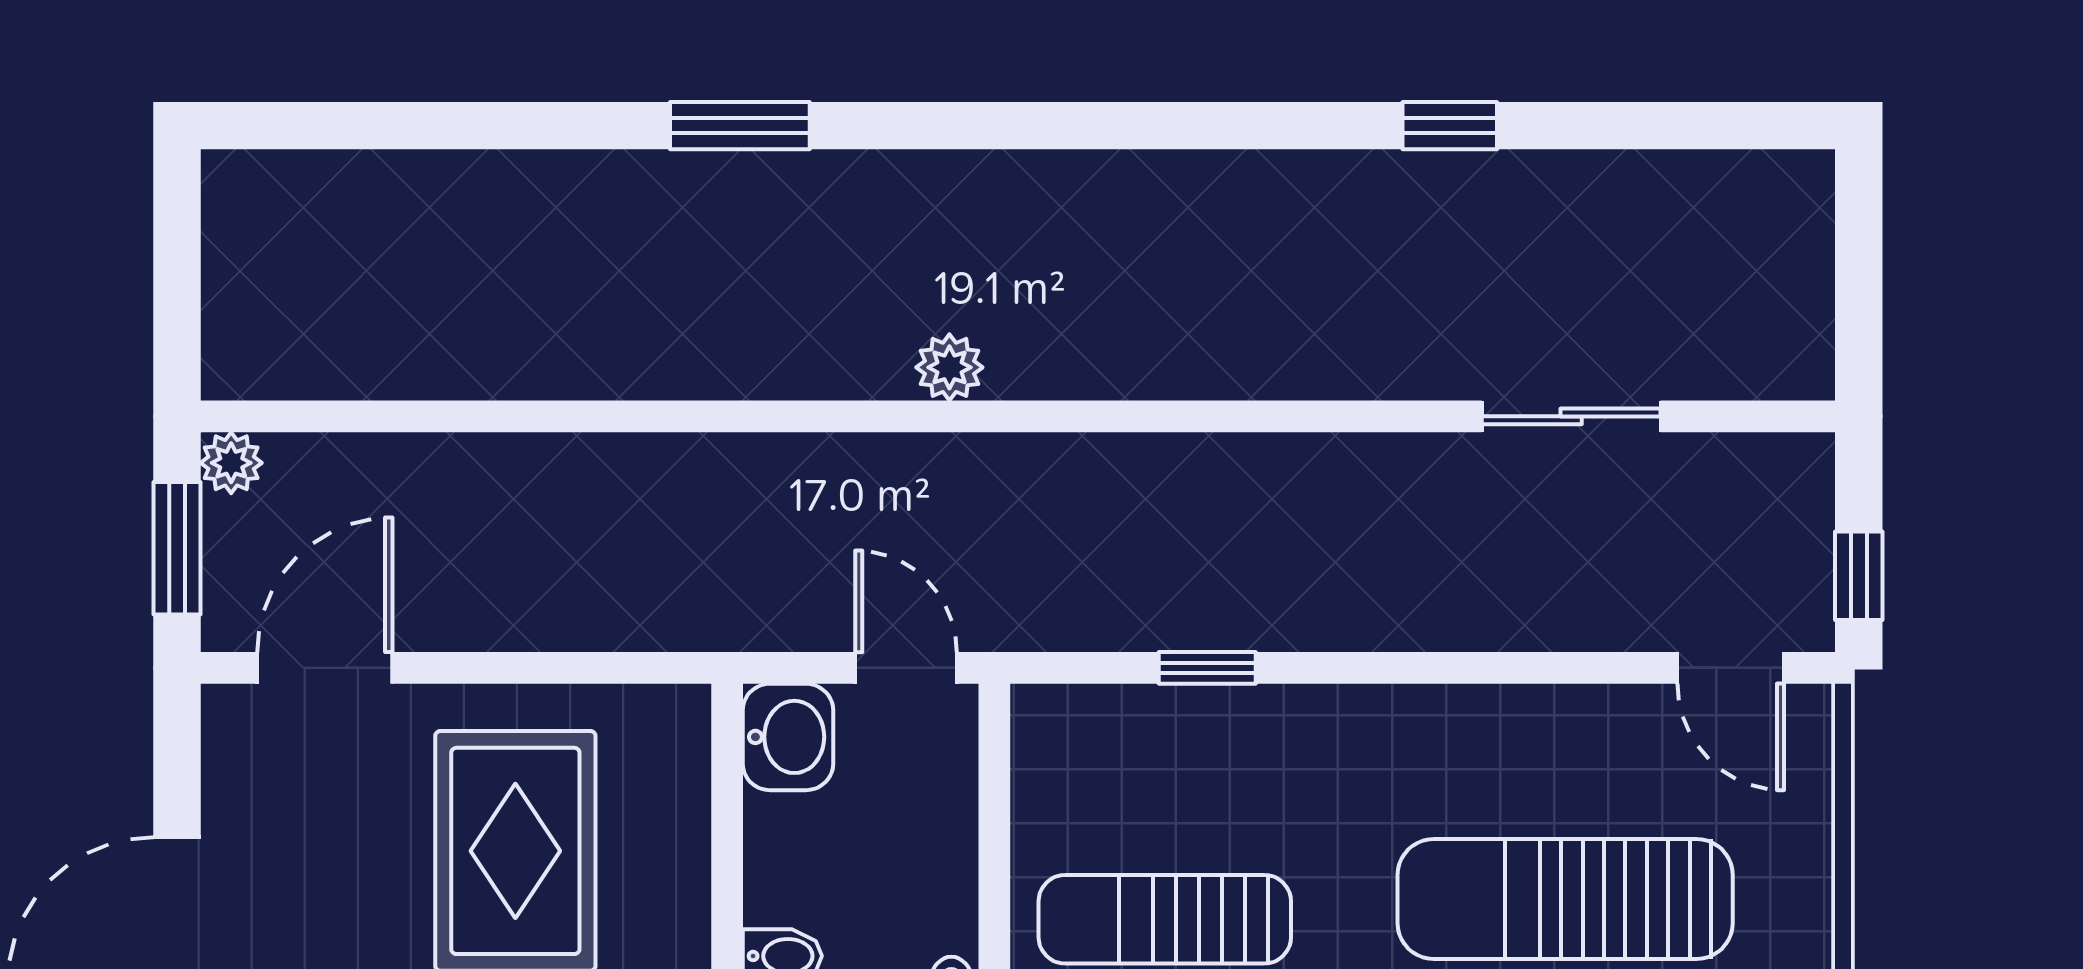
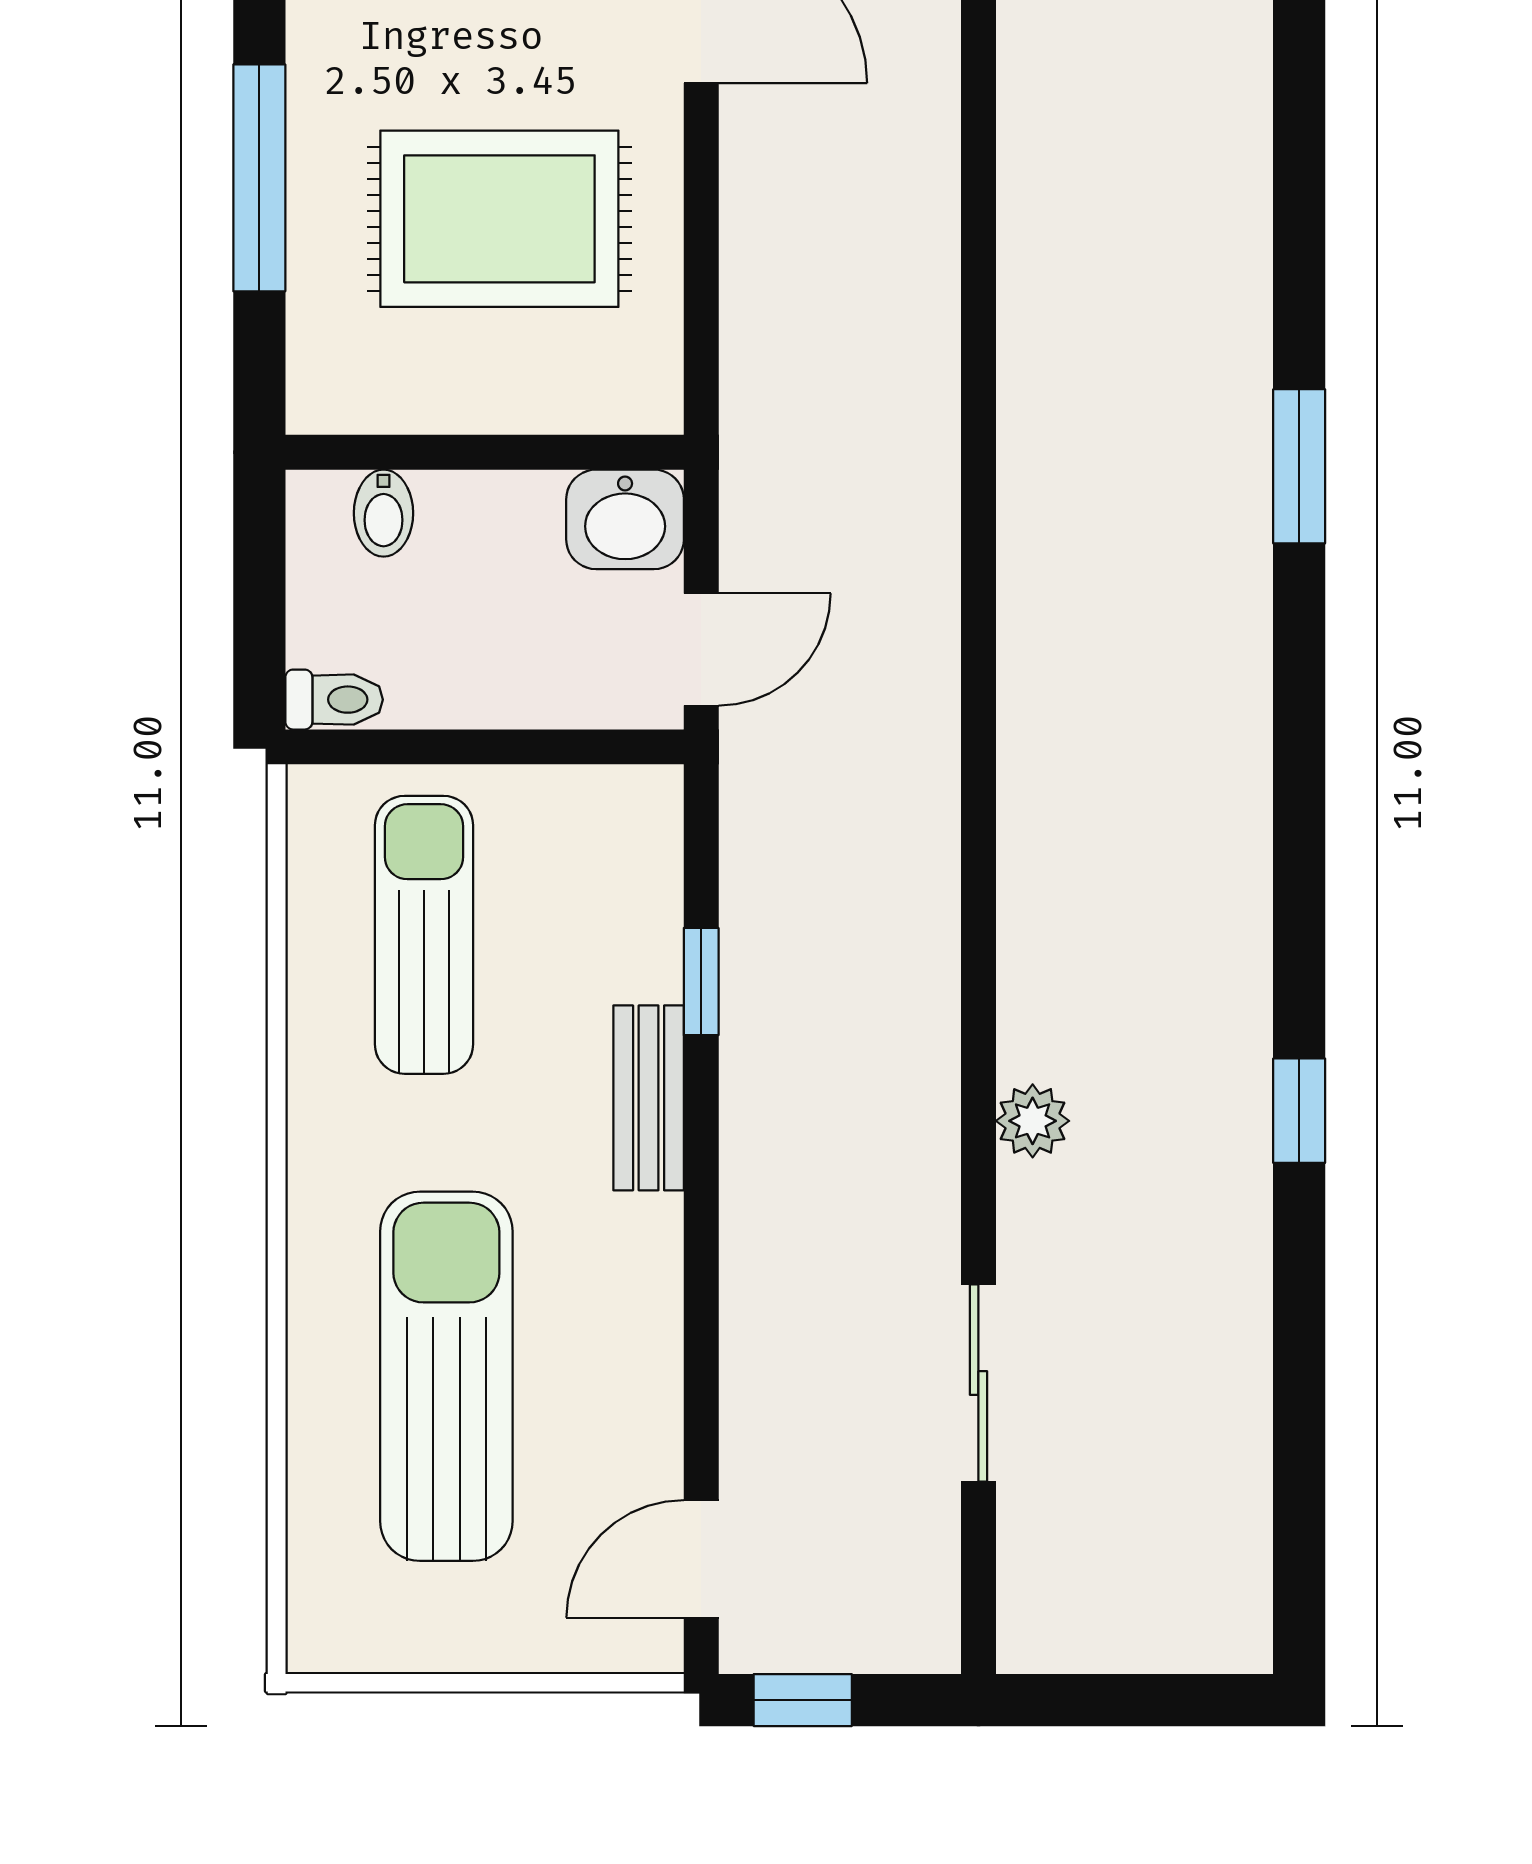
window: (1450, 126) -> (1299, 1111), moved
plant: (949, 367) -> (1033, 1121), moved
bench: (1313, 716) -> (649, 1098), added

